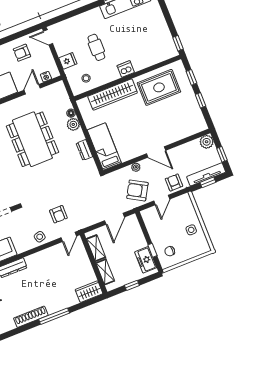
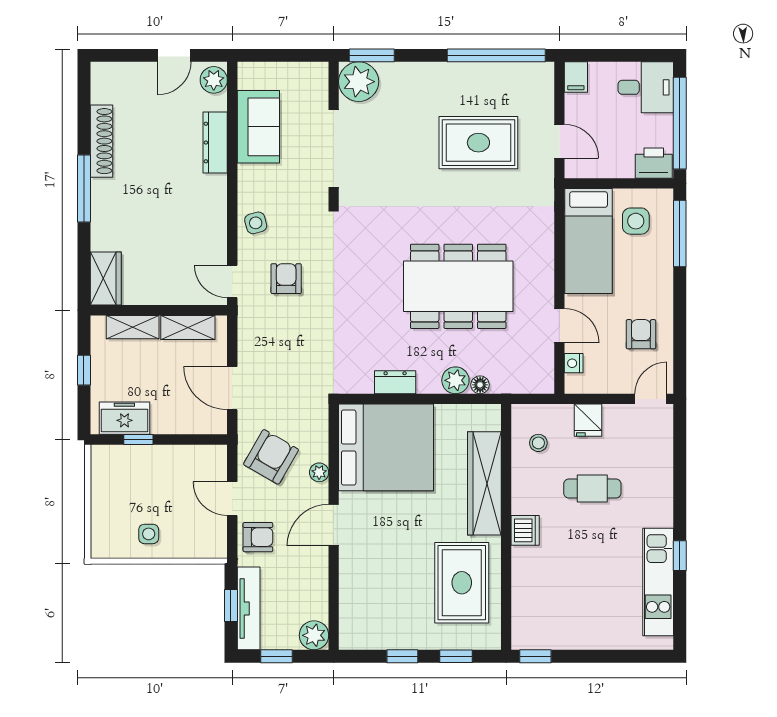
bed: (104, 147) -> (386, 447), width x2.04
armchair: (58, 214) -> (286, 279), turned 90
chair: (170, 251) -> (123, 474), removed

